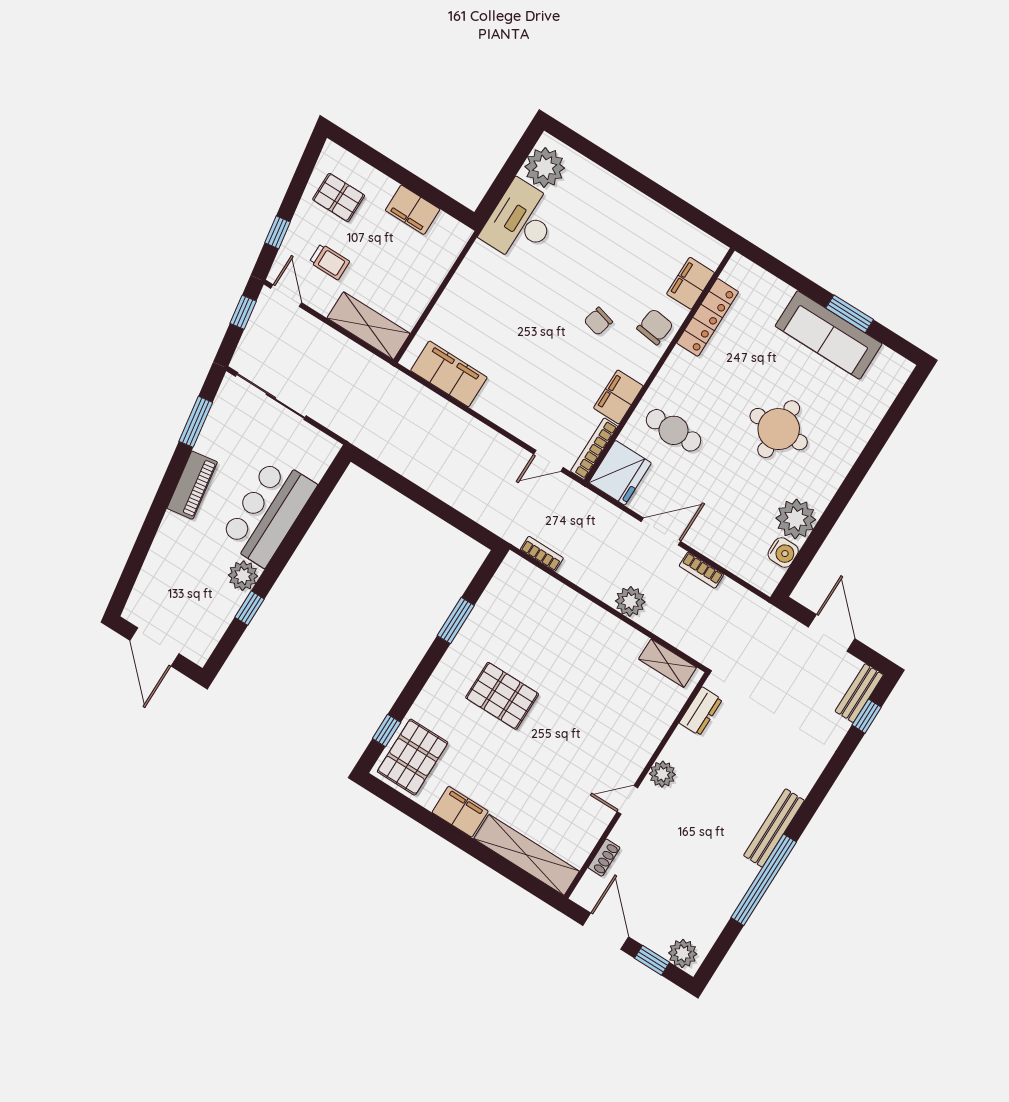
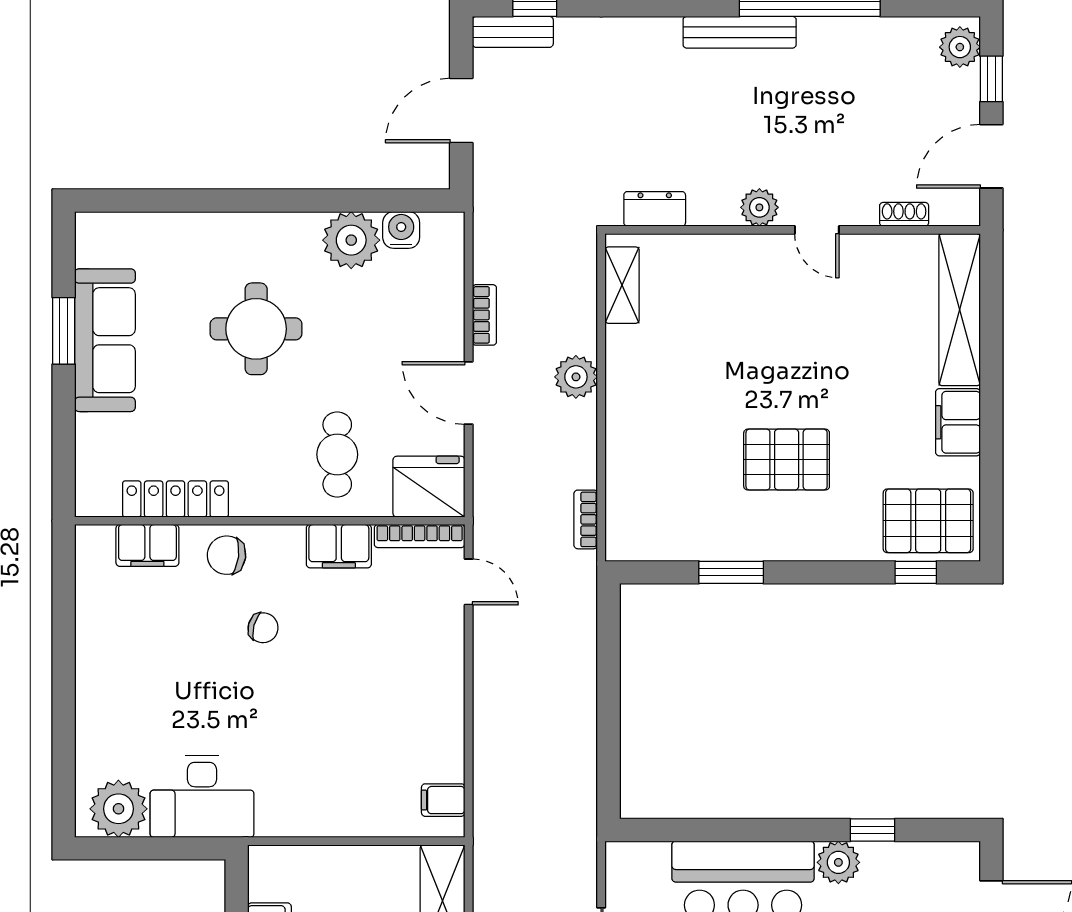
filing cabinet: (449, 374) -> (443, 800), width x0.33, depth x0.86
pallet: (502, 696) -> (787, 460), turned 90

